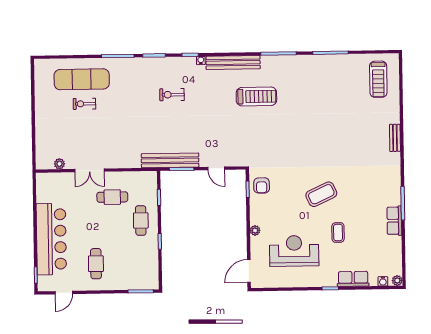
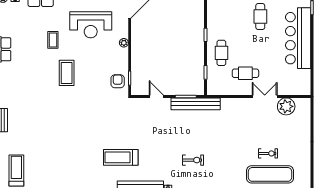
plant: (59, 164) -> (286, 106), width x1.88, depth x1.88
coffee table: (321, 194) -> (67, 73), turned -65

